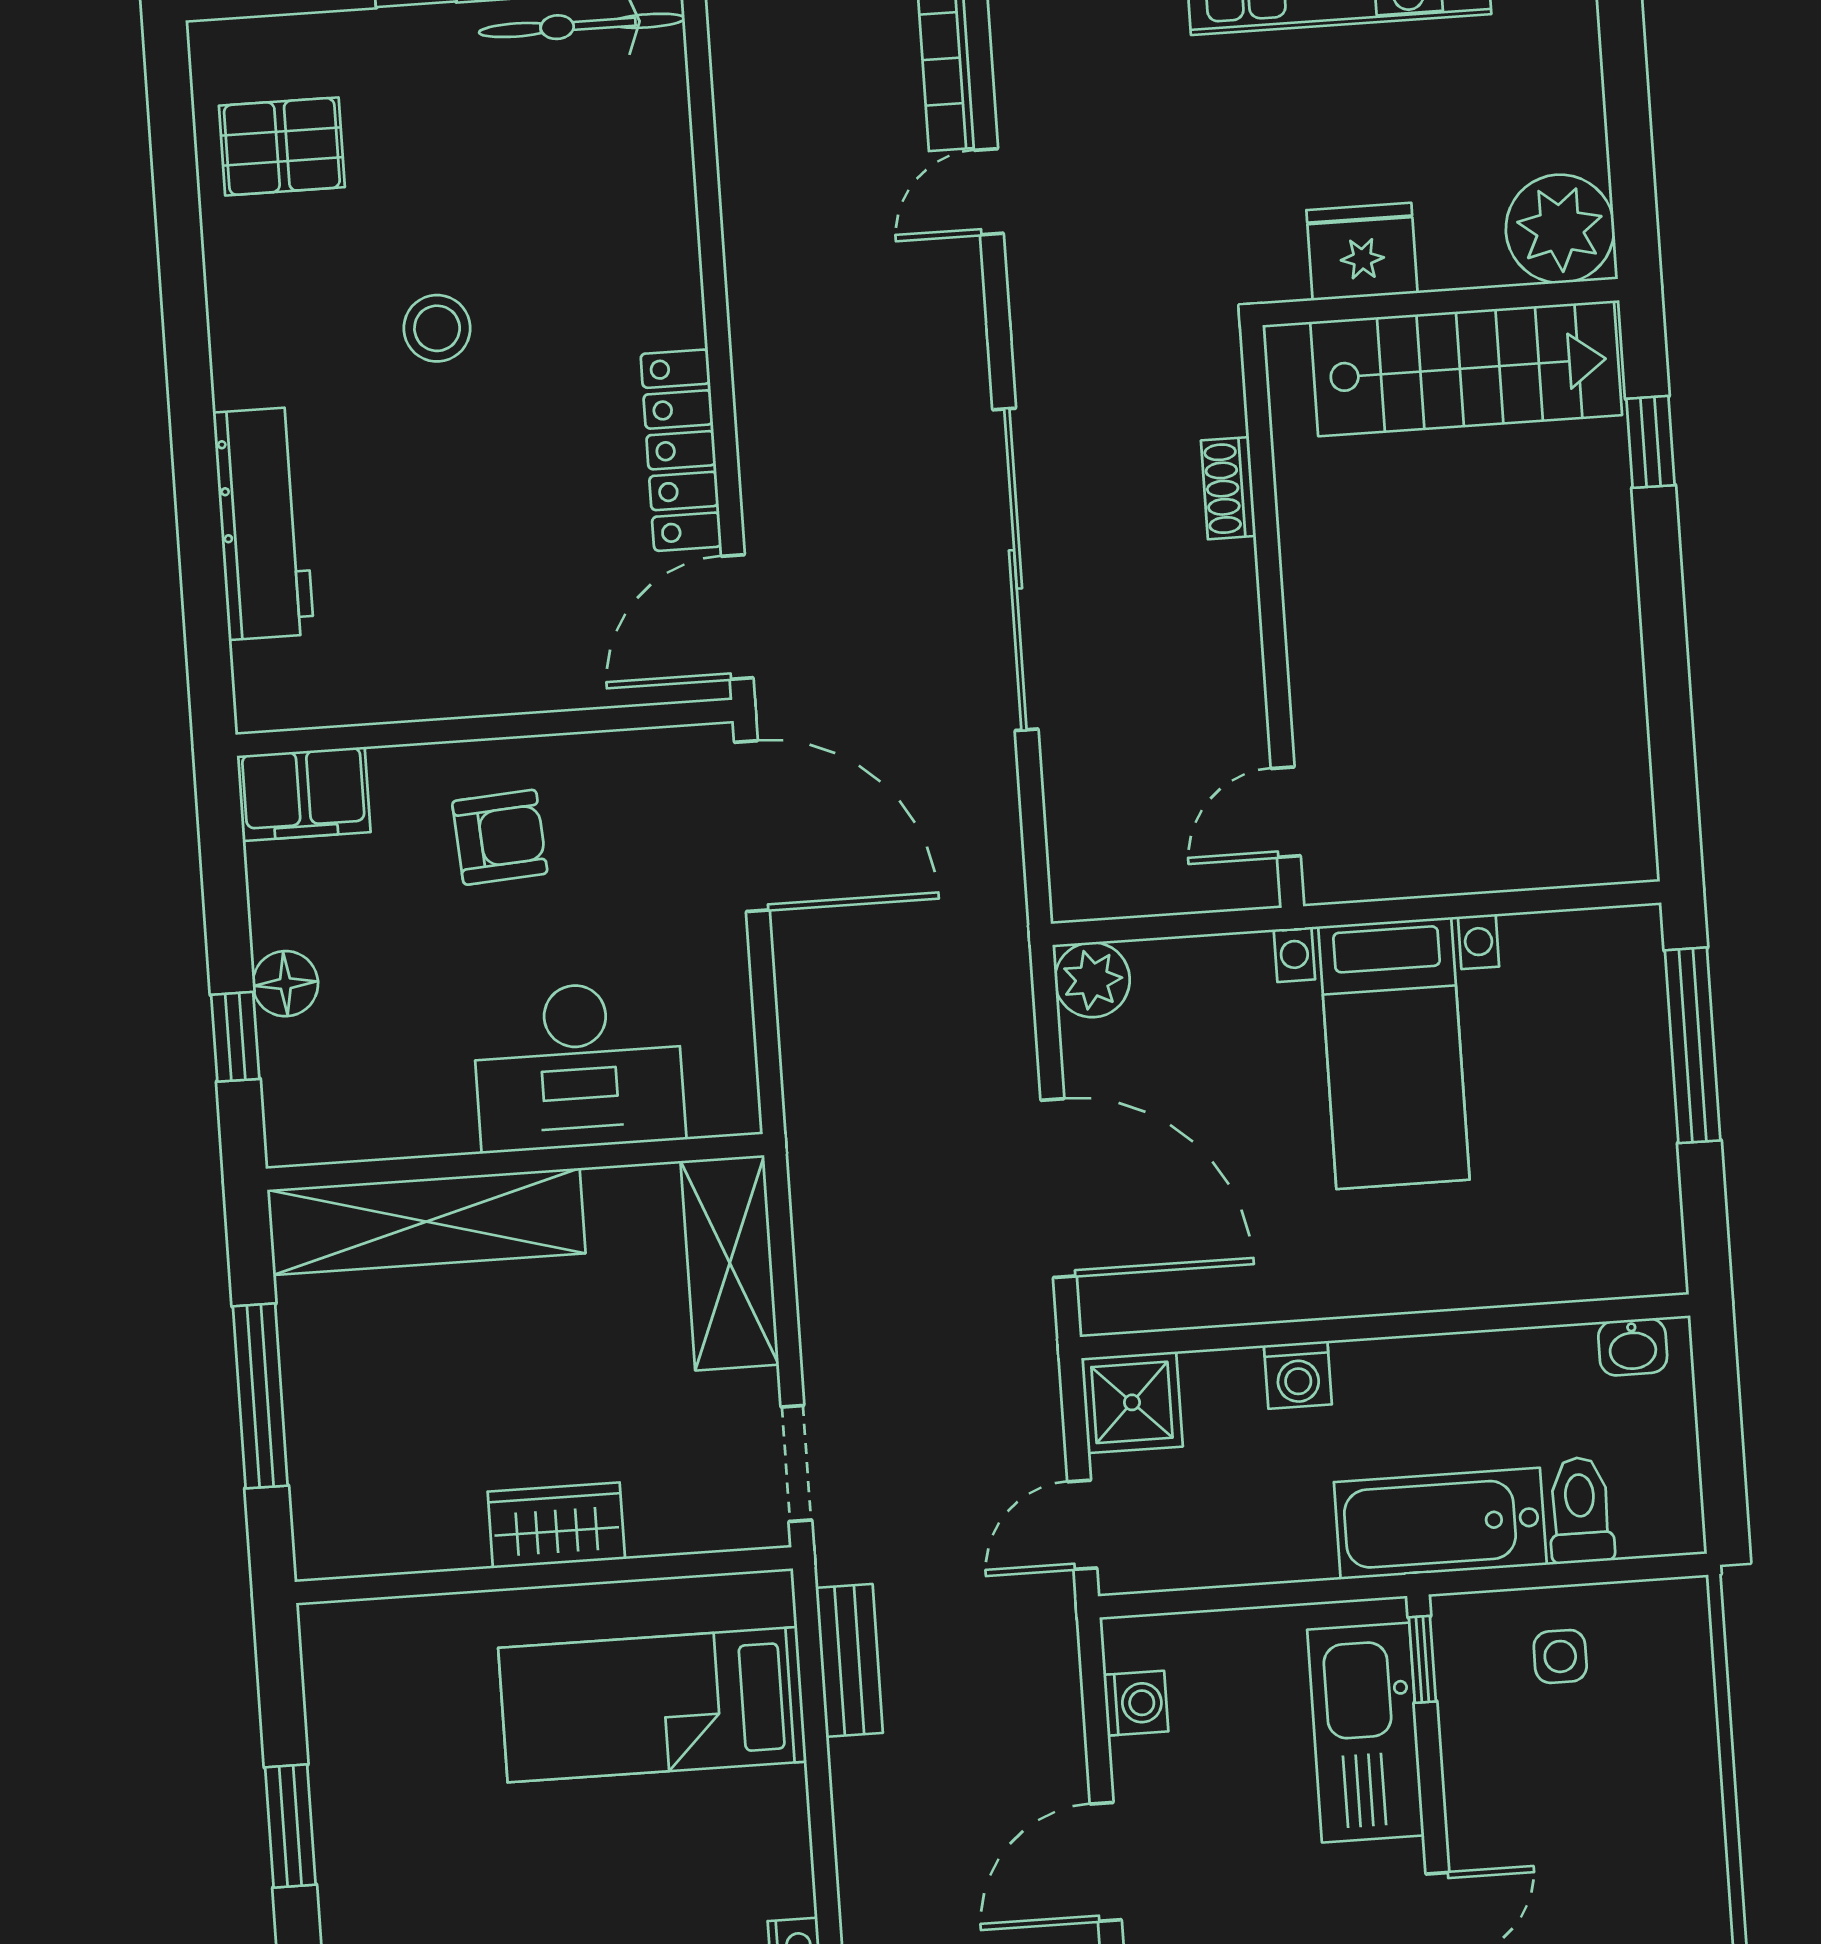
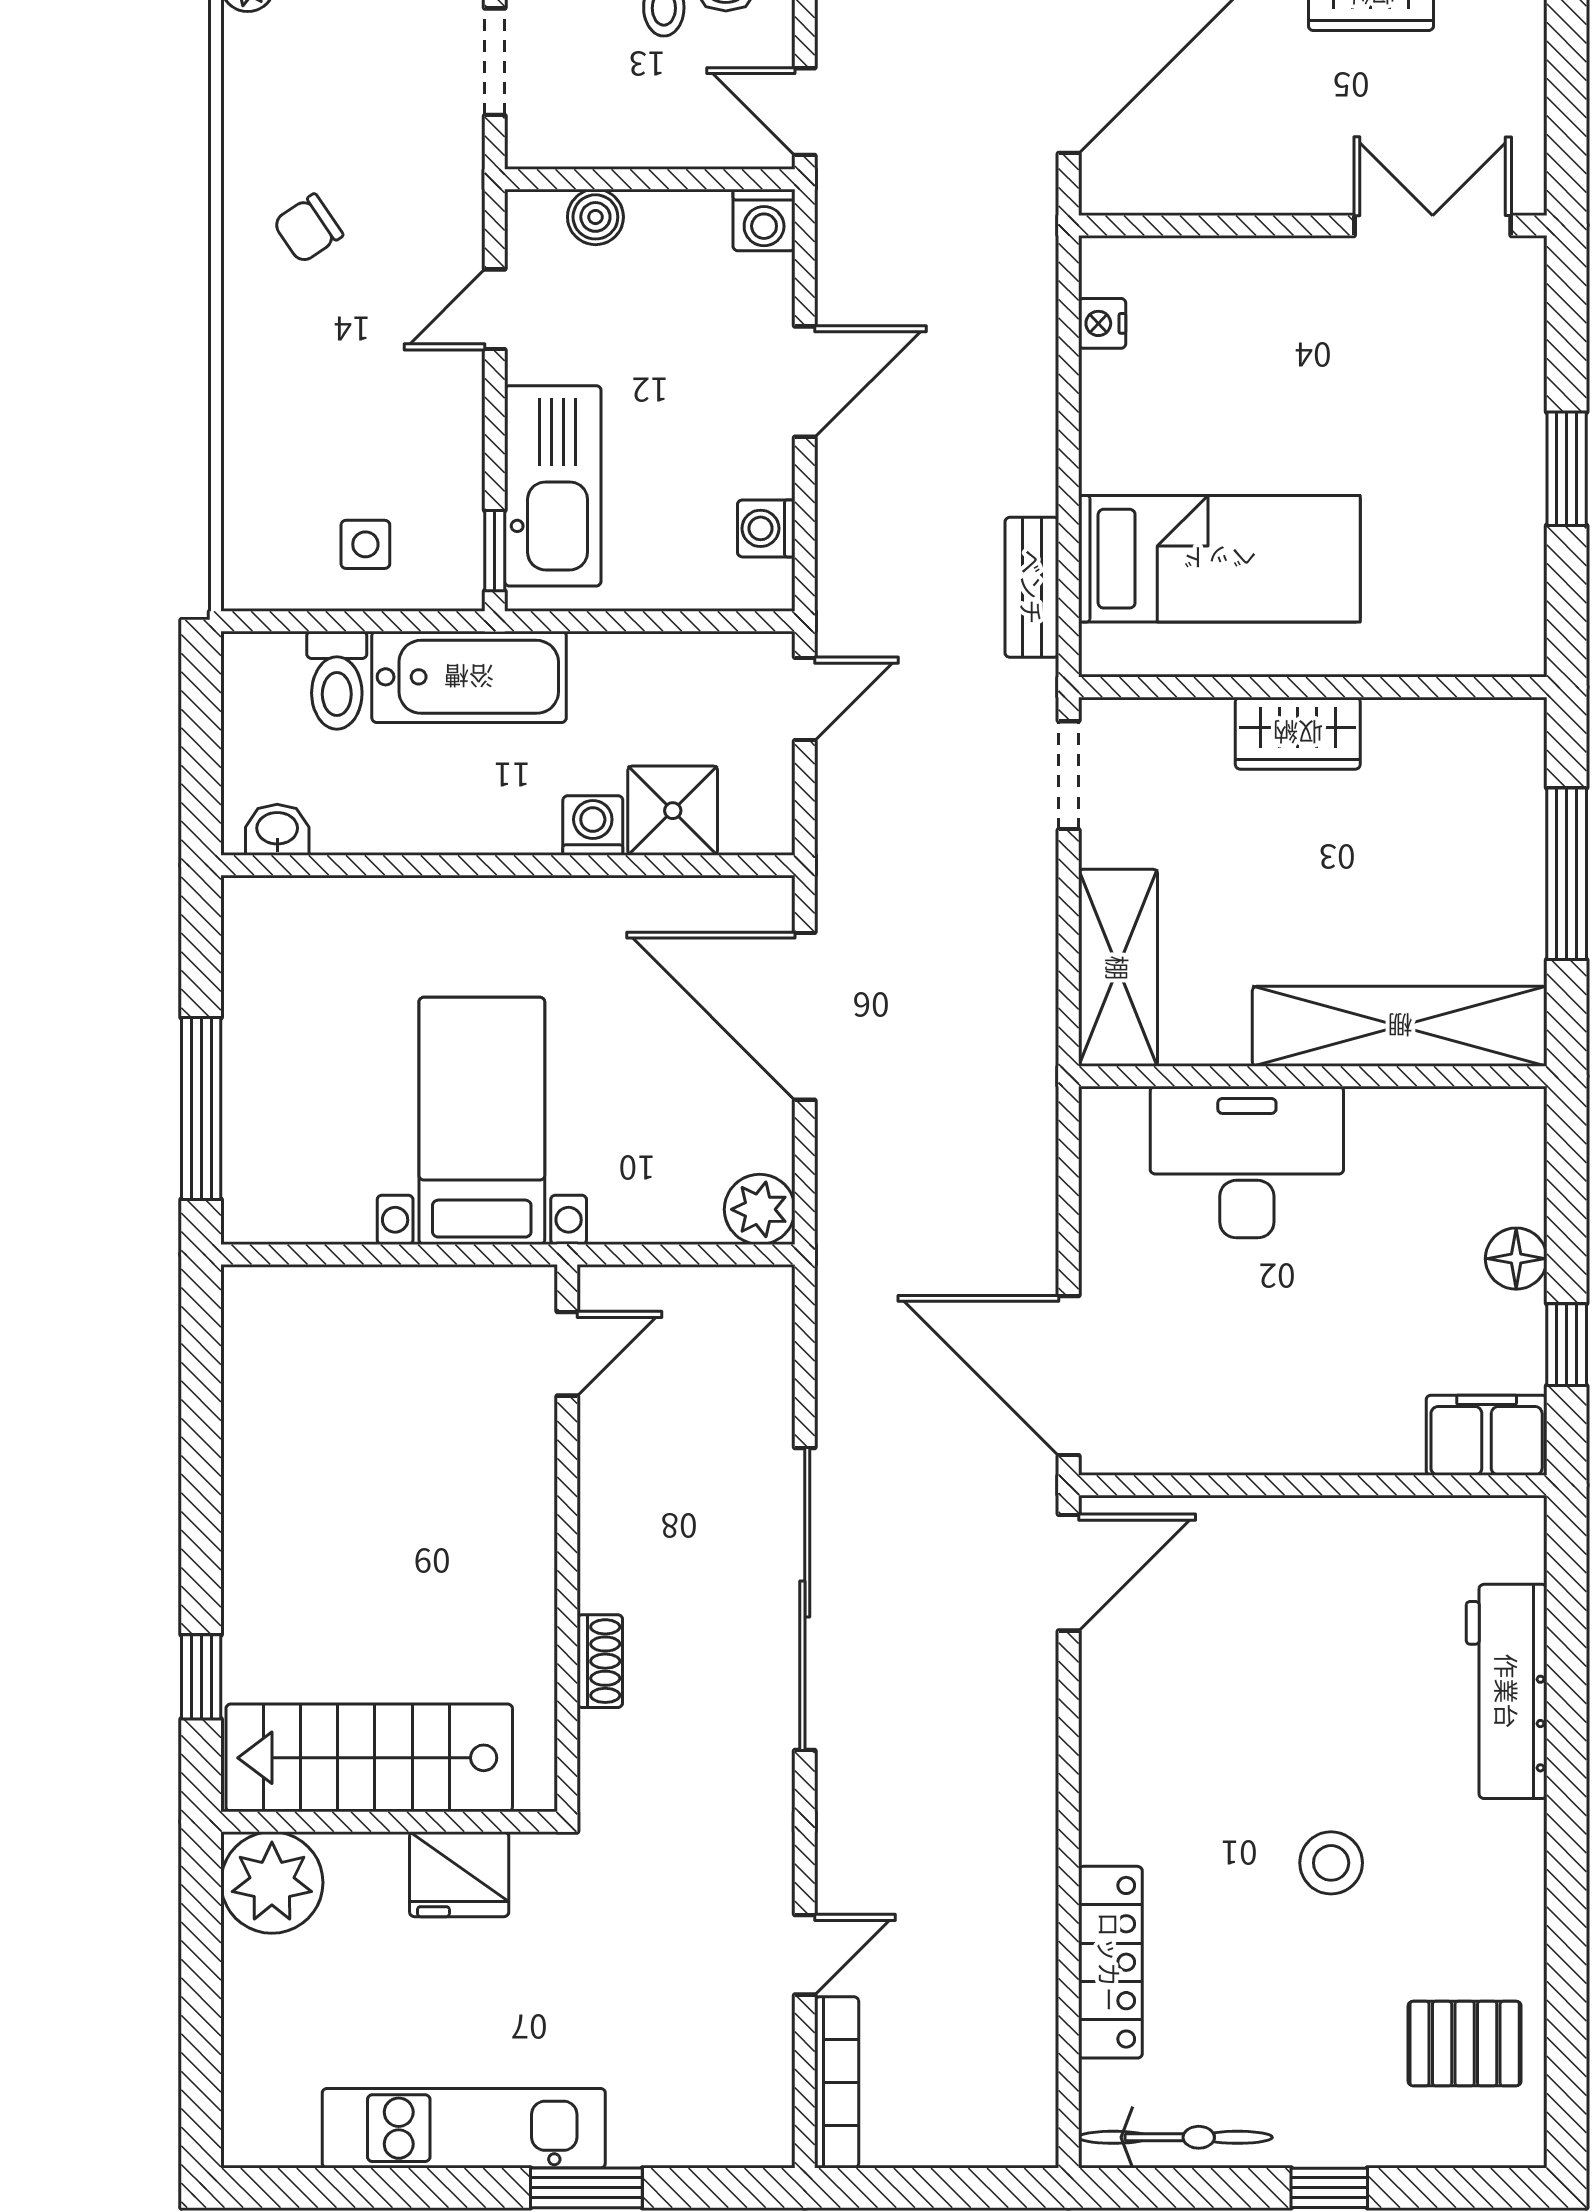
locker: (681, 450) -> (1110, 1962), moved
armchair: (500, 837) -> (1306, 1382), removed
window: (235, 1037) -> (1567, 1345), moved
shower: (1132, 1402) -> (673, 811), moved

